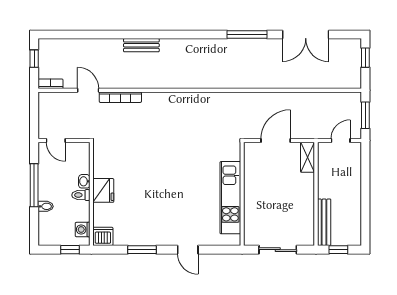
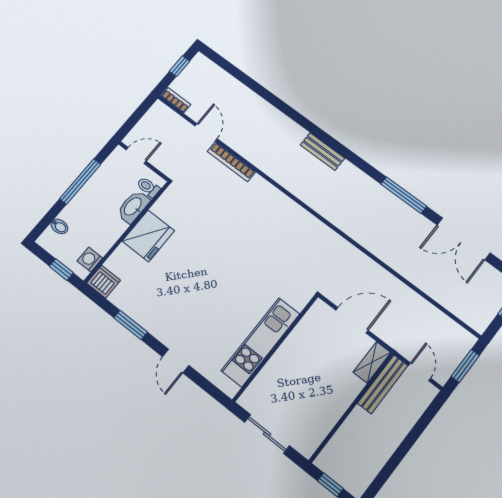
bench: (141, 45) -> (322, 152), moved
door: (56, 140) -> (136, 155), swing flipped
door: (341, 140) -> (420, 372), hinge flipped
washbasin: (84, 181) -> (133, 207), width x1.91, depth x1.45
fridge: (103, 190) -> (148, 236), width x1.36, depth x1.34
toilet: (81, 195) -> (148, 187), moved
bidet: (46, 206) -> (59, 226), moved
bench: (324, 222) -> (383, 384), moved

